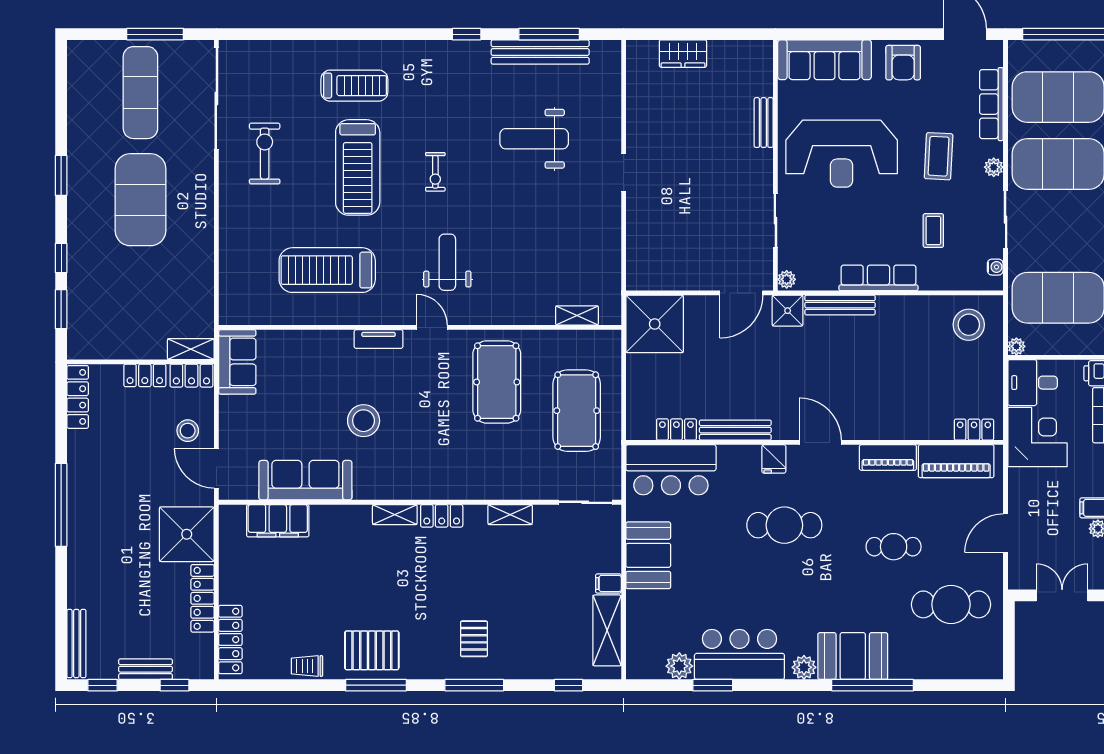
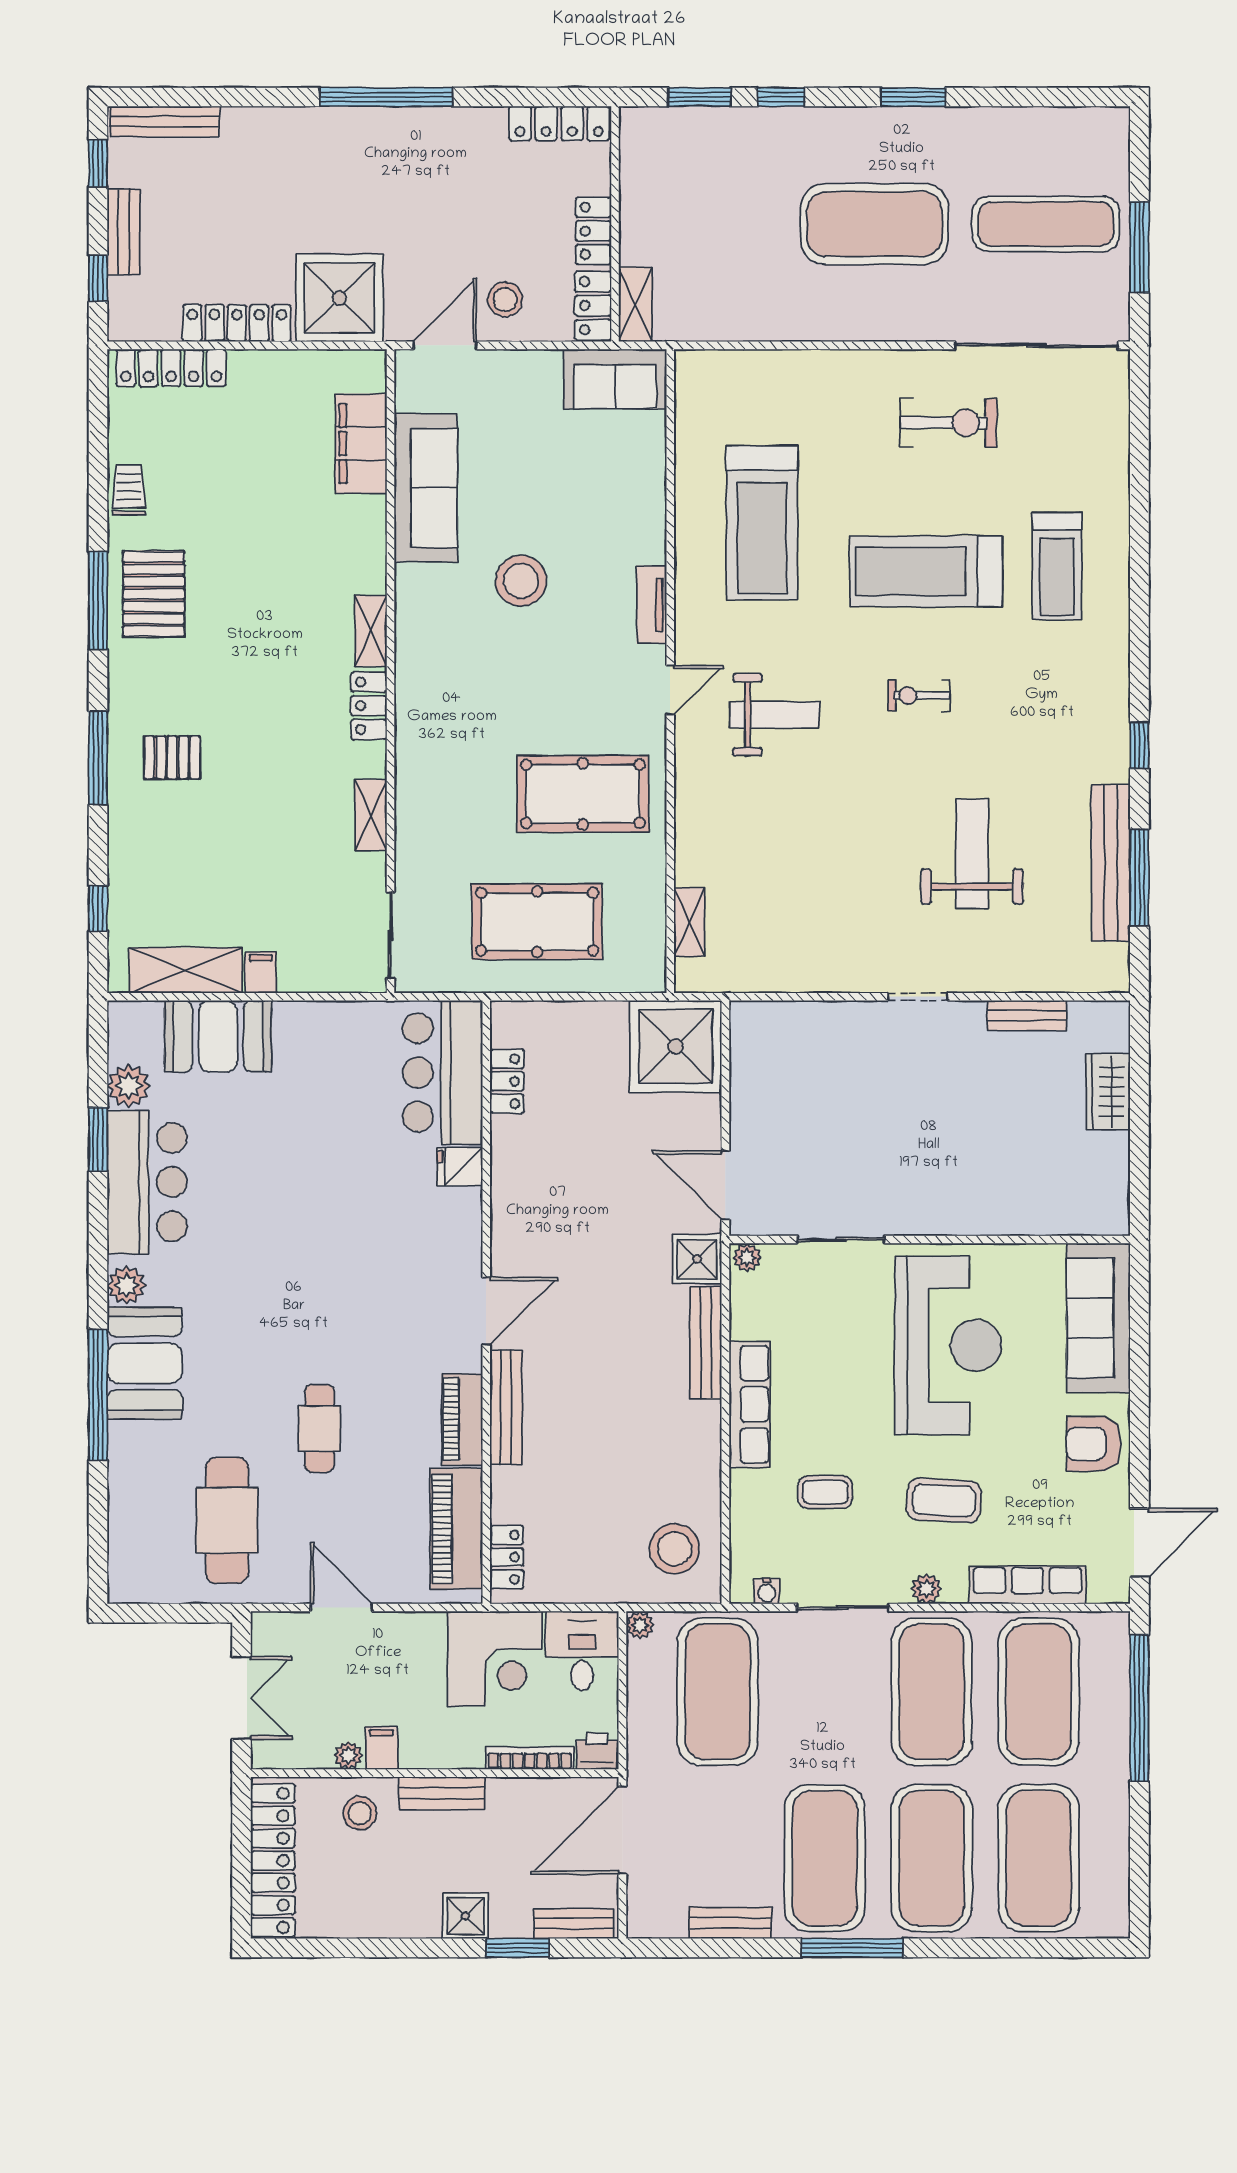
bench: (764, 123) -> (1027, 1016), moved
reception desk: (842, 154) -> (948, 1345), turned 180
treadmill: (327, 270) -> (762, 523), turned 180
bench: (735, 430) -> (506, 1408), moved
fridge: (774, 459) -> (460, 1167), moved
cafe table: (784, 525) -> (354, 1254), removed
booth: (648, 555) -> (218, 1036), moved

